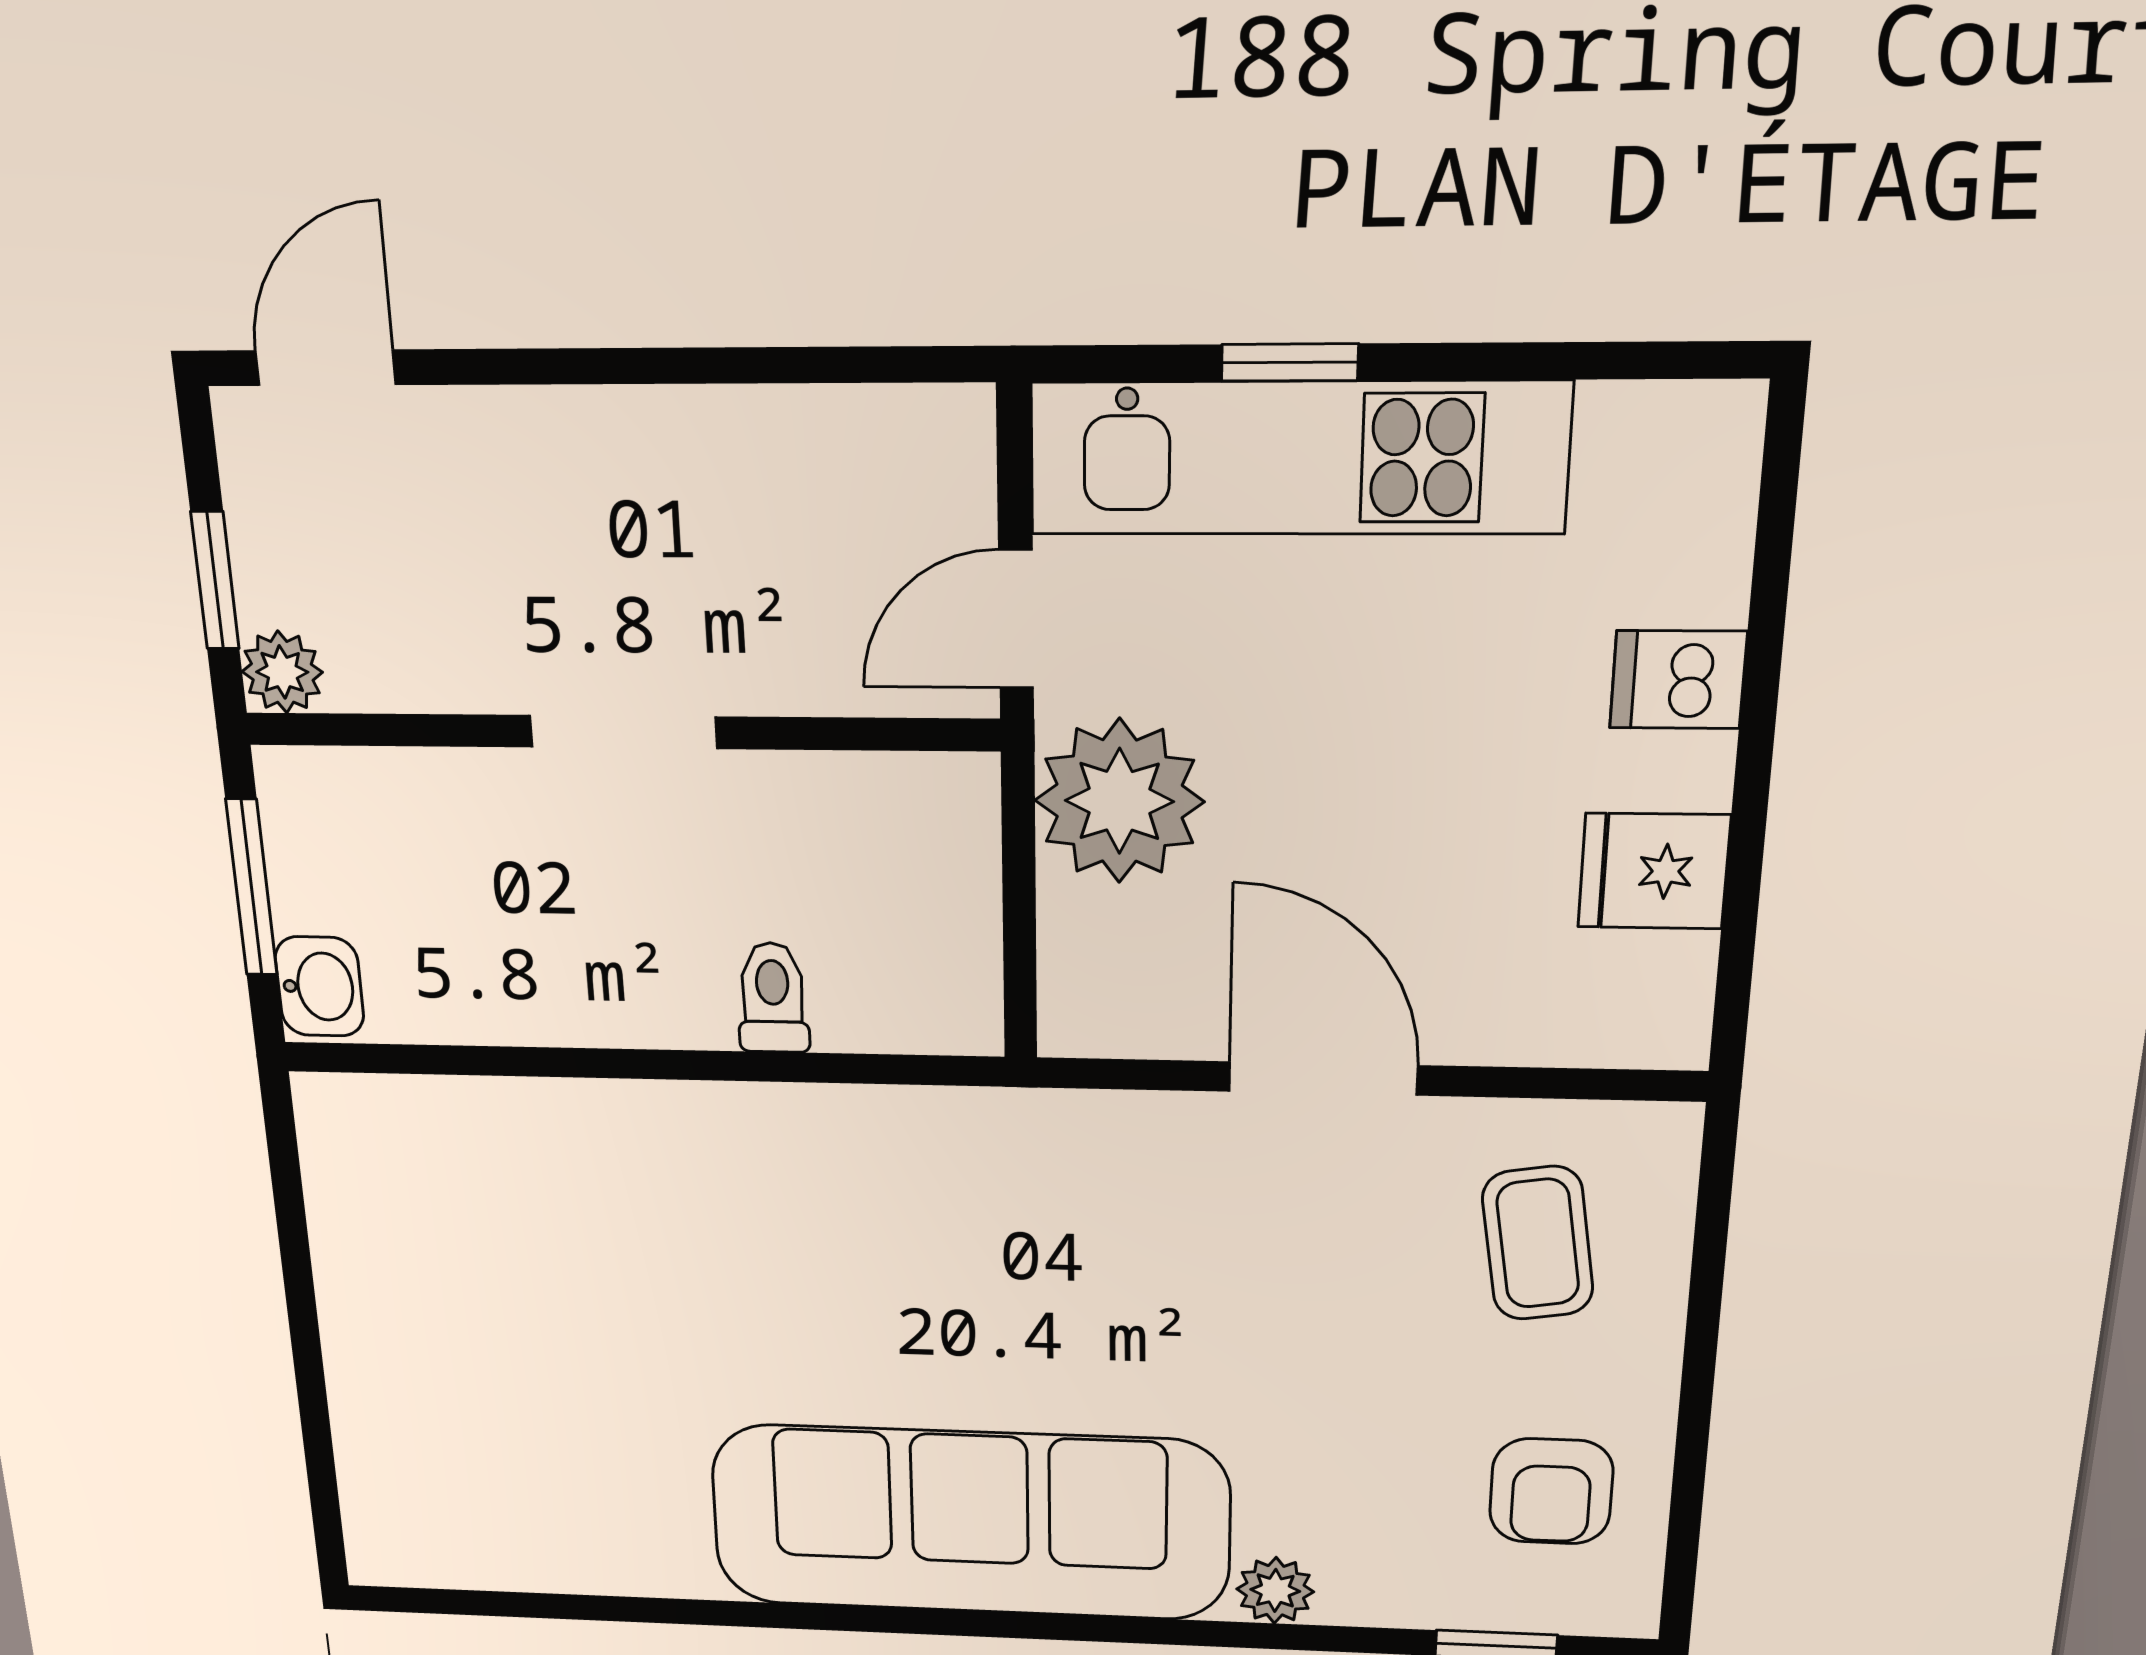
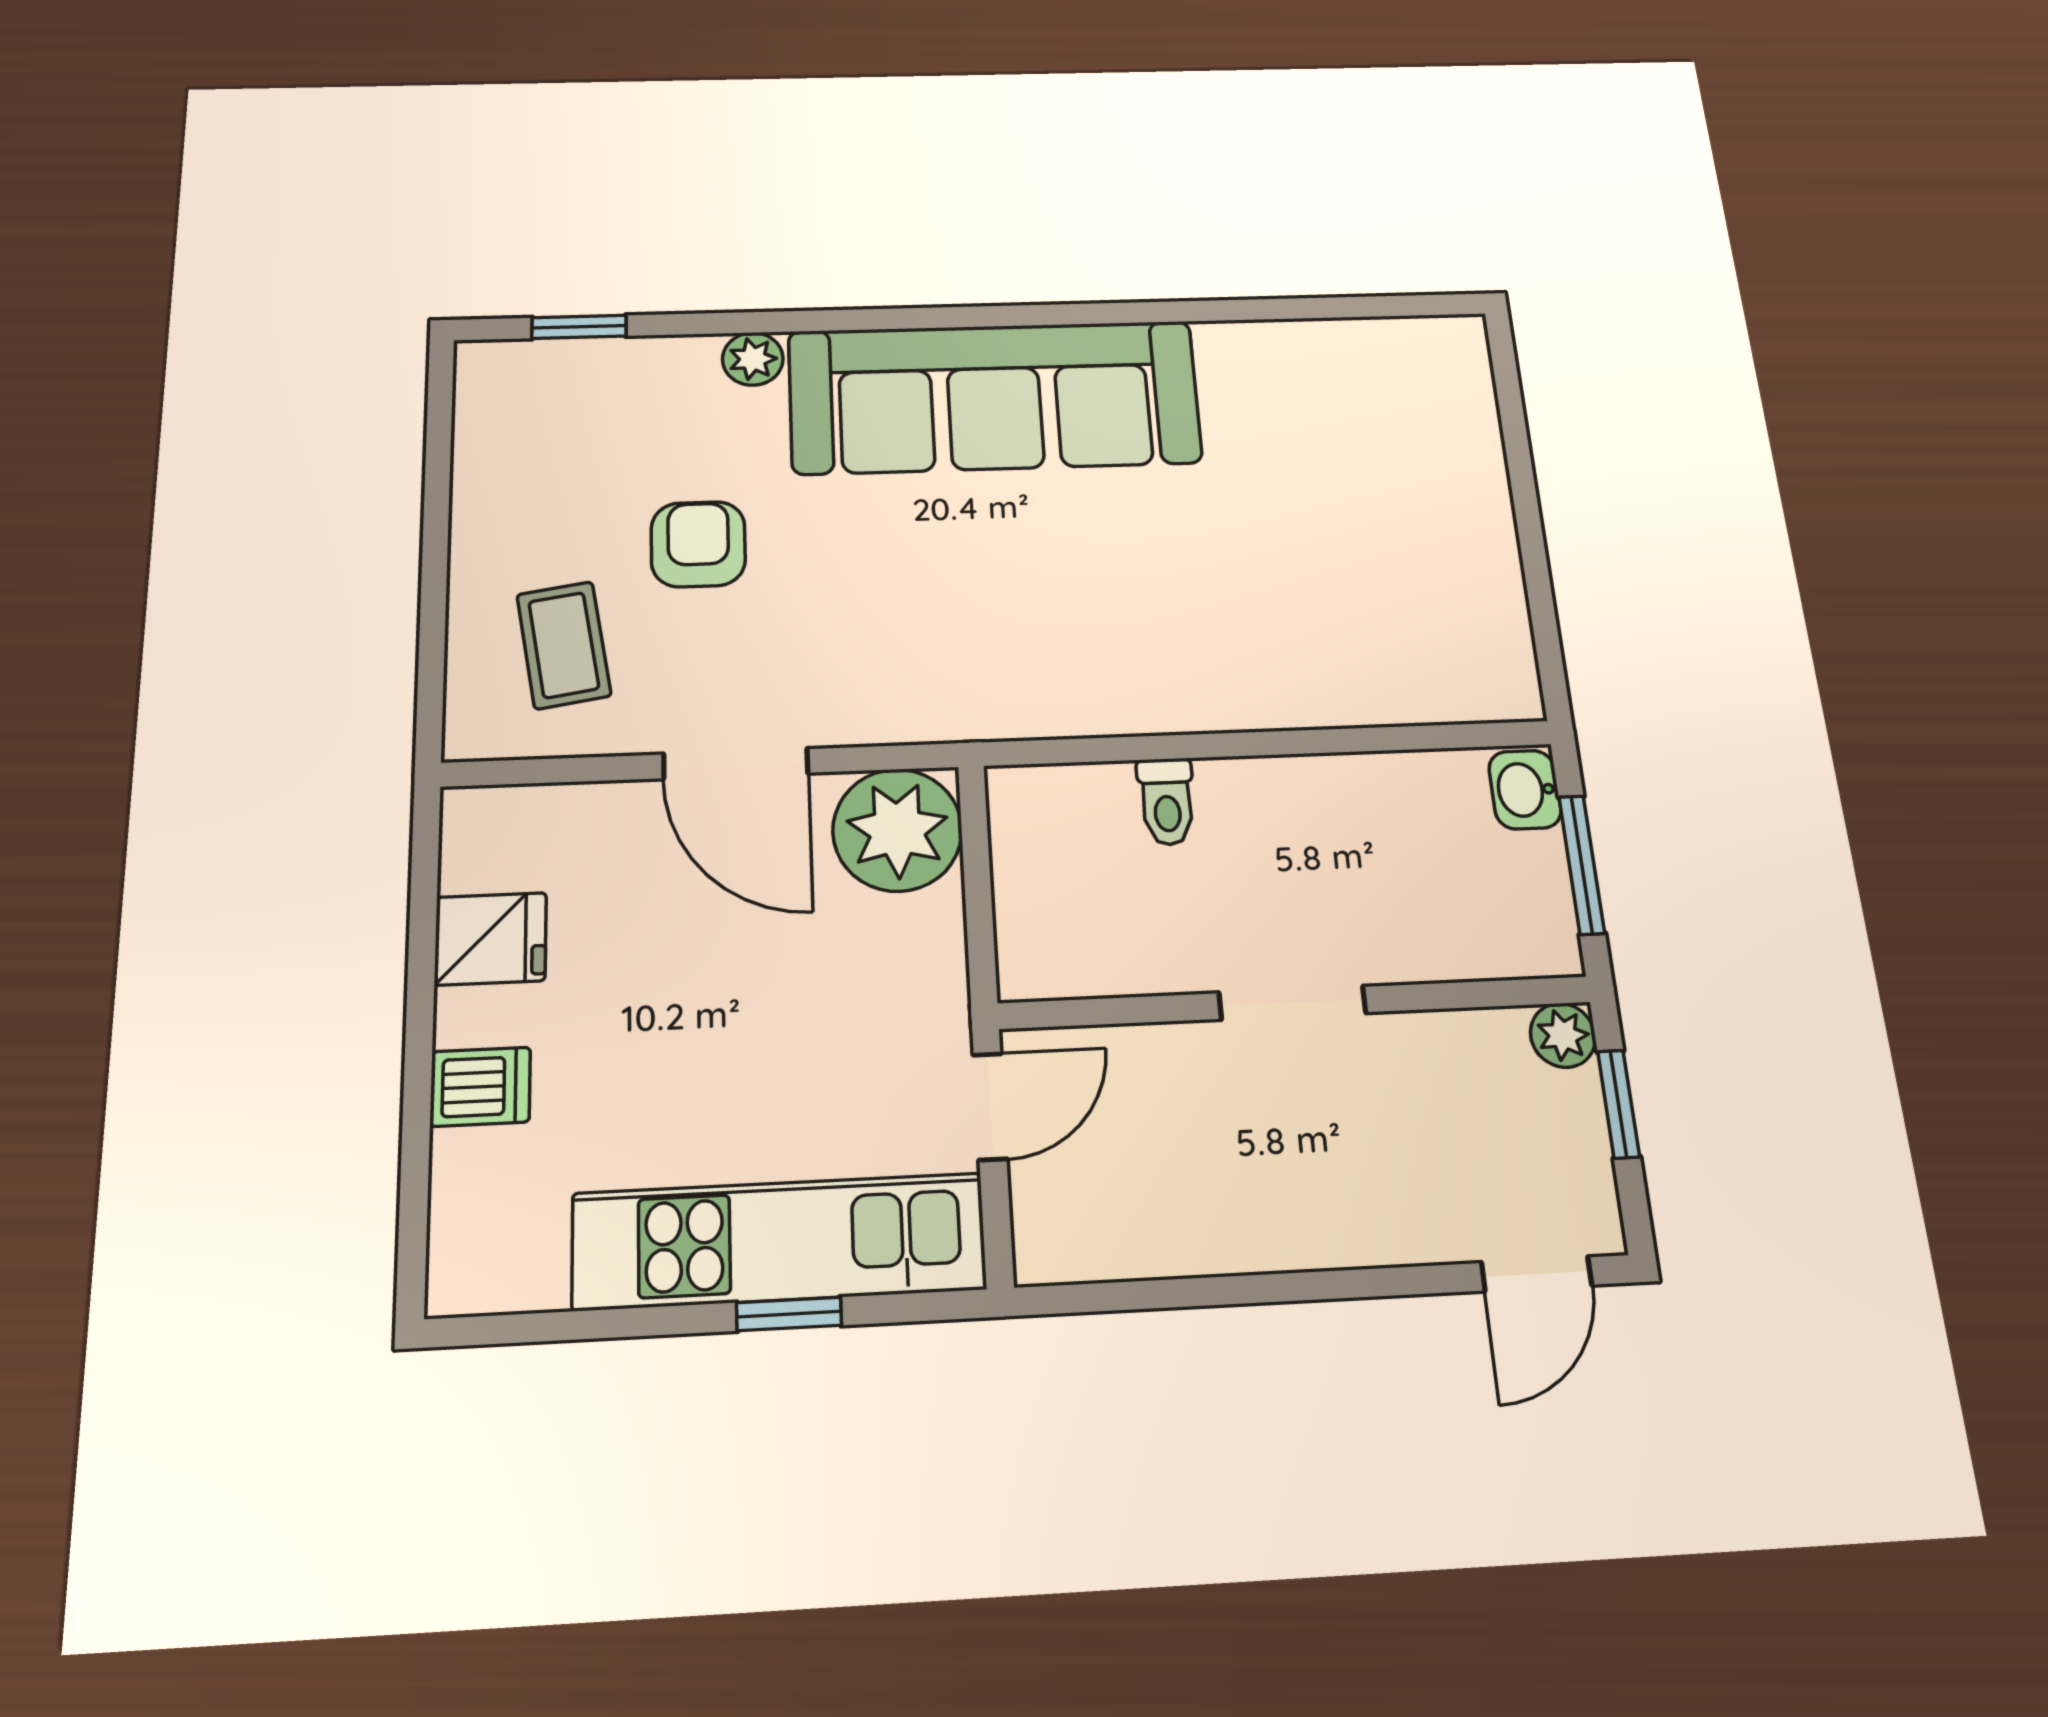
plant: (1119, 801) -> (897, 830), moved
armchair: (1551, 1491) -> (698, 544), moved

